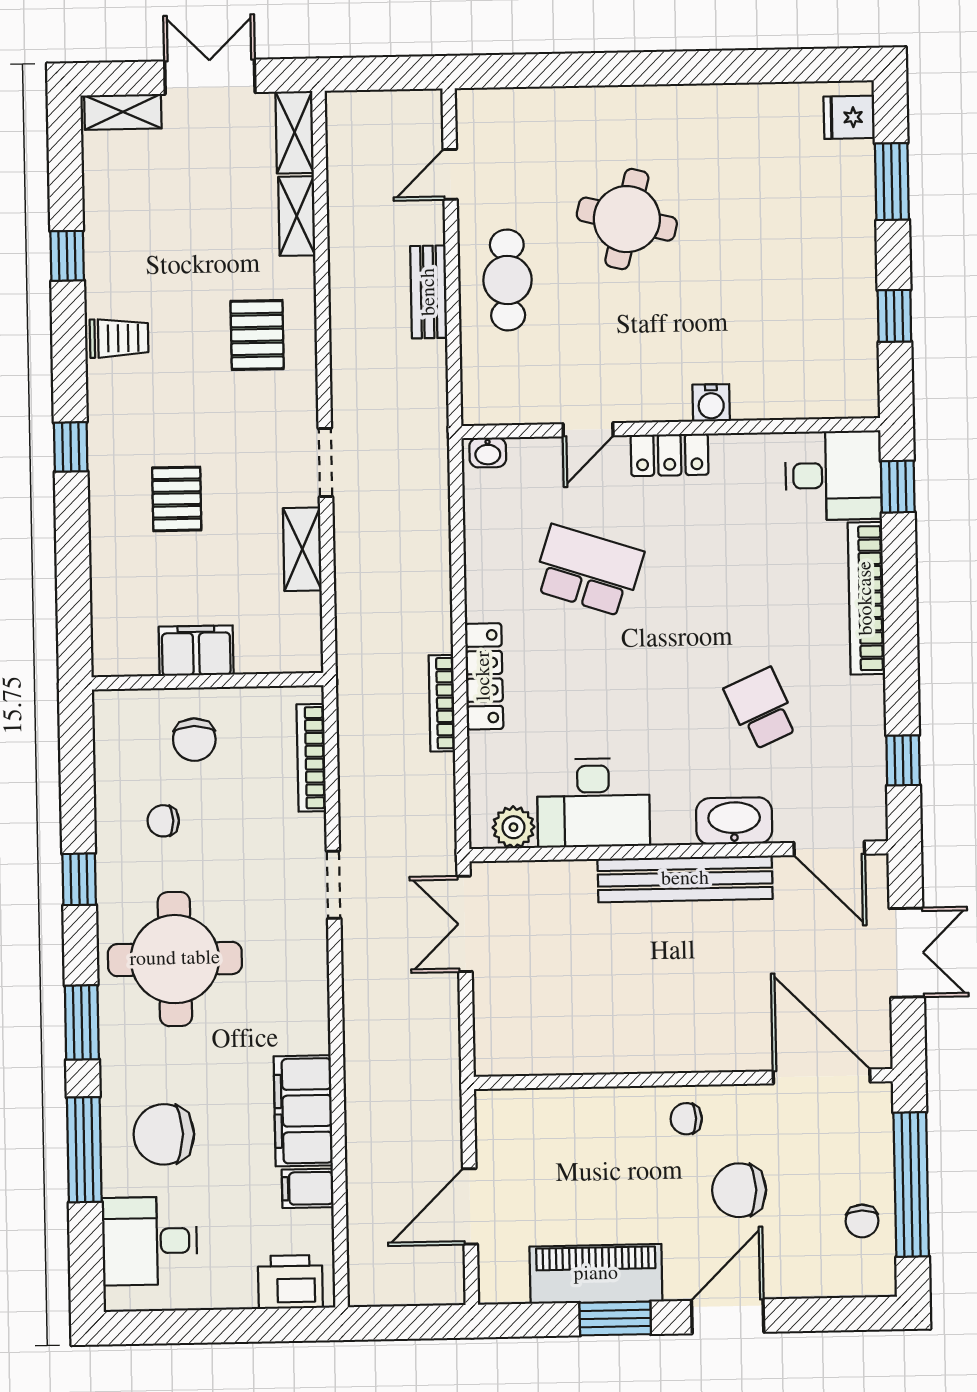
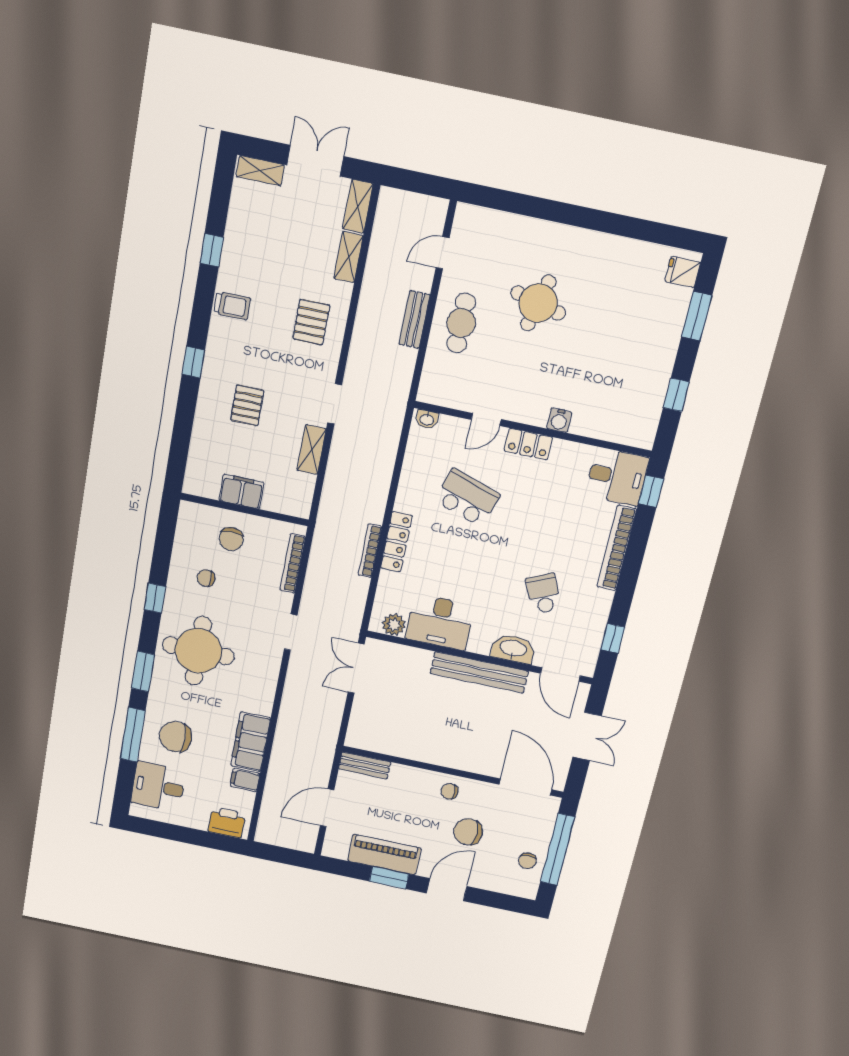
bench: (521, 1106) -> (365, 765), added

